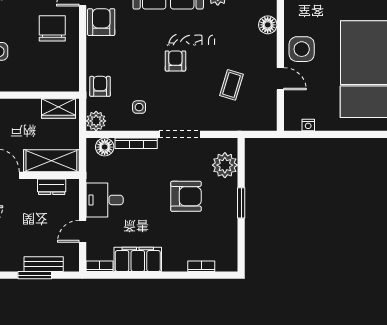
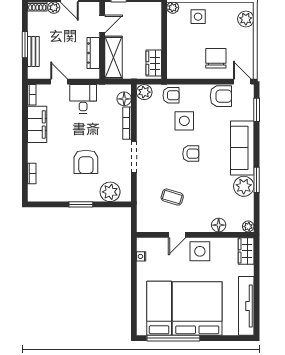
chair: (52, 28) -> (216, 58), turned -90
side table: (139, 107) -> (184, 121), moved, width x1.87, depth x1.87
dresser: (52, 187) -> (93, 53), width x1.44

